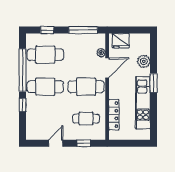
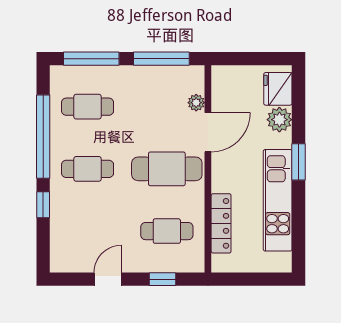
window: (47, 30) -> (91, 59), width x2.17
fridge: (121, 41) -> (278, 89), moved, turned 90
cafe table: (45, 55) -> (88, 107), width x0.73, depth x0.74
cafe table: (45, 87) -> (88, 169), width x0.73, depth x0.74

